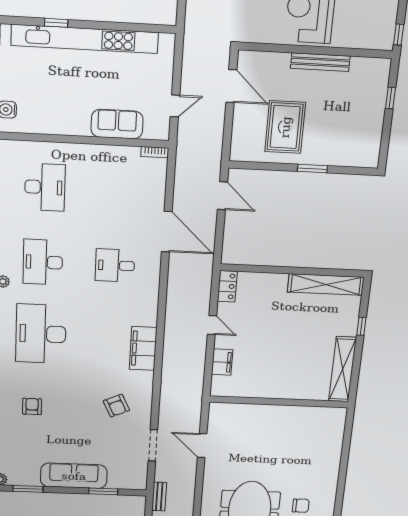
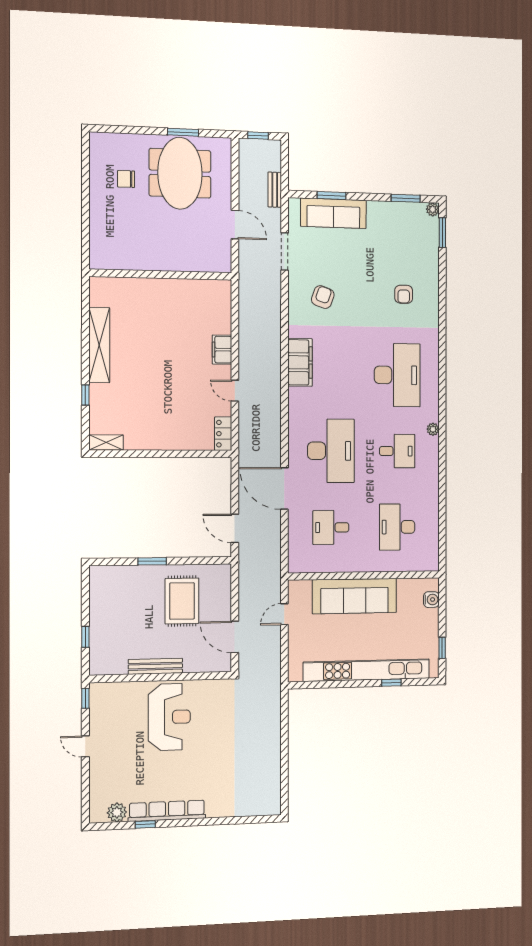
sofa: (117, 124) -> (355, 596), width x1.85, depth x1.27
bookcase: (155, 152) -> (300, 568), removed
desk: (119, 191) -> (331, 527), added
desk: (43, 262) -> (397, 451), width x0.73
desk: (115, 265) -> (331, 451), width x1.87, depth x1.30
shelving: (326, 284) -> (106, 442), width x0.45, depth x0.75
wall: (279, 402) -> (161, 275), moved
armchair: (116, 406) -> (323, 297), turned 44
door: (202, 446) -> (235, 225), moved
sofa: (74, 476) -> (333, 213), moved

